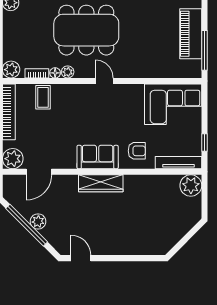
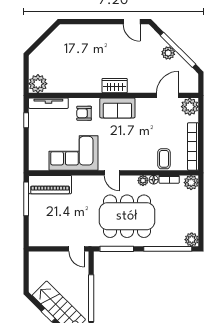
piano: (191, 34) -> (50, 185), moved, turned 90
corner sofa: (173, 104) -> (73, 153), moved
wardrobe: (101, 183) -> (115, 86), width x0.67

